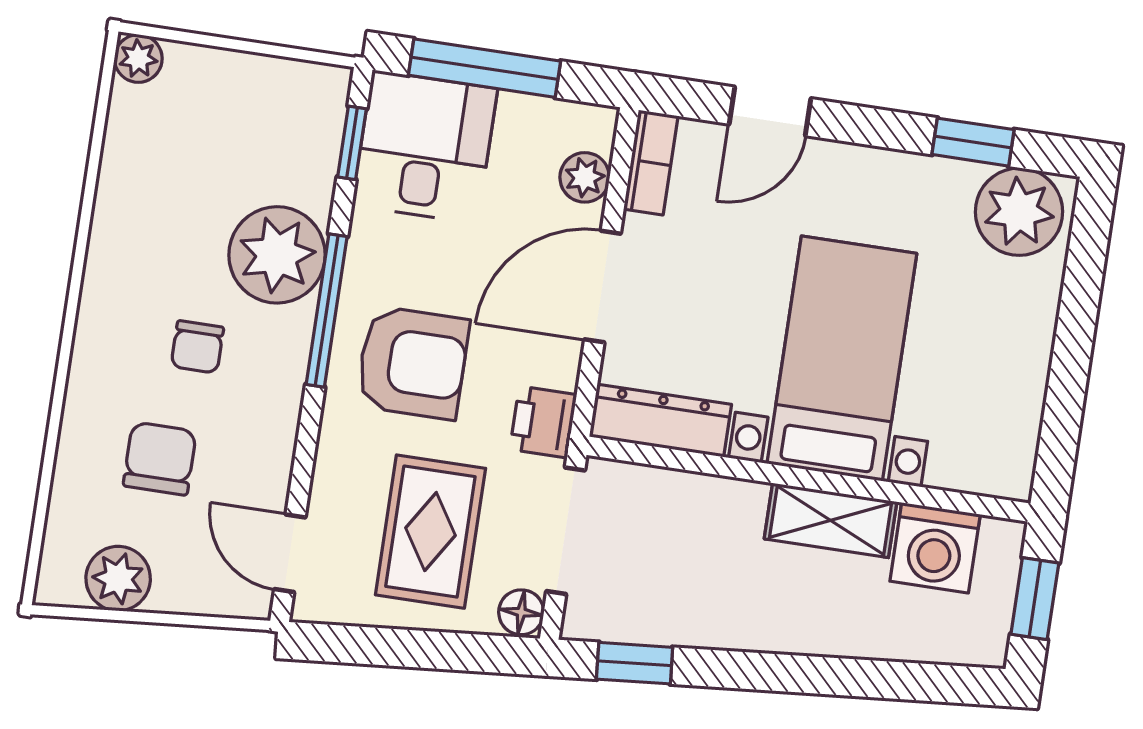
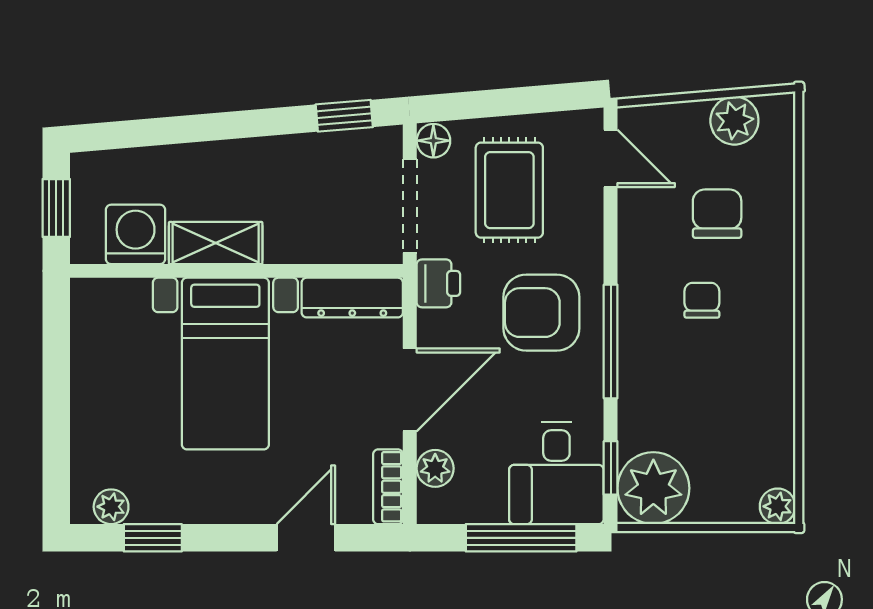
plant: (1019, 212) -> (111, 507), width x0.53, depth x0.53
plant: (277, 255) -> (653, 488), moved
chair: (160, 459) -> (717, 214), turned 180

